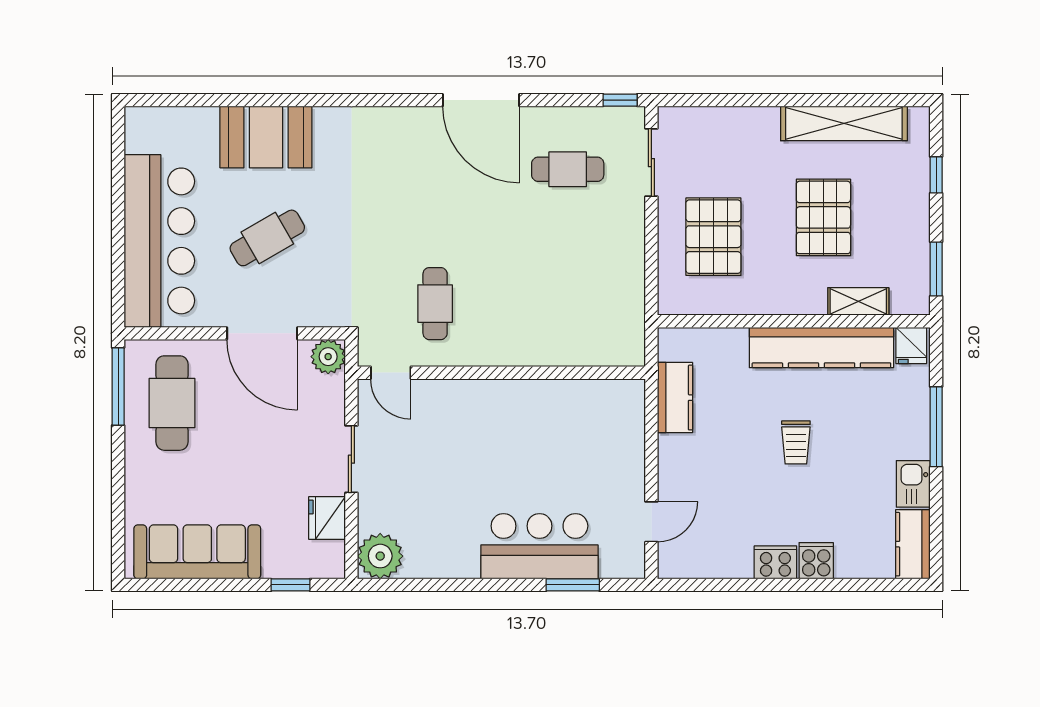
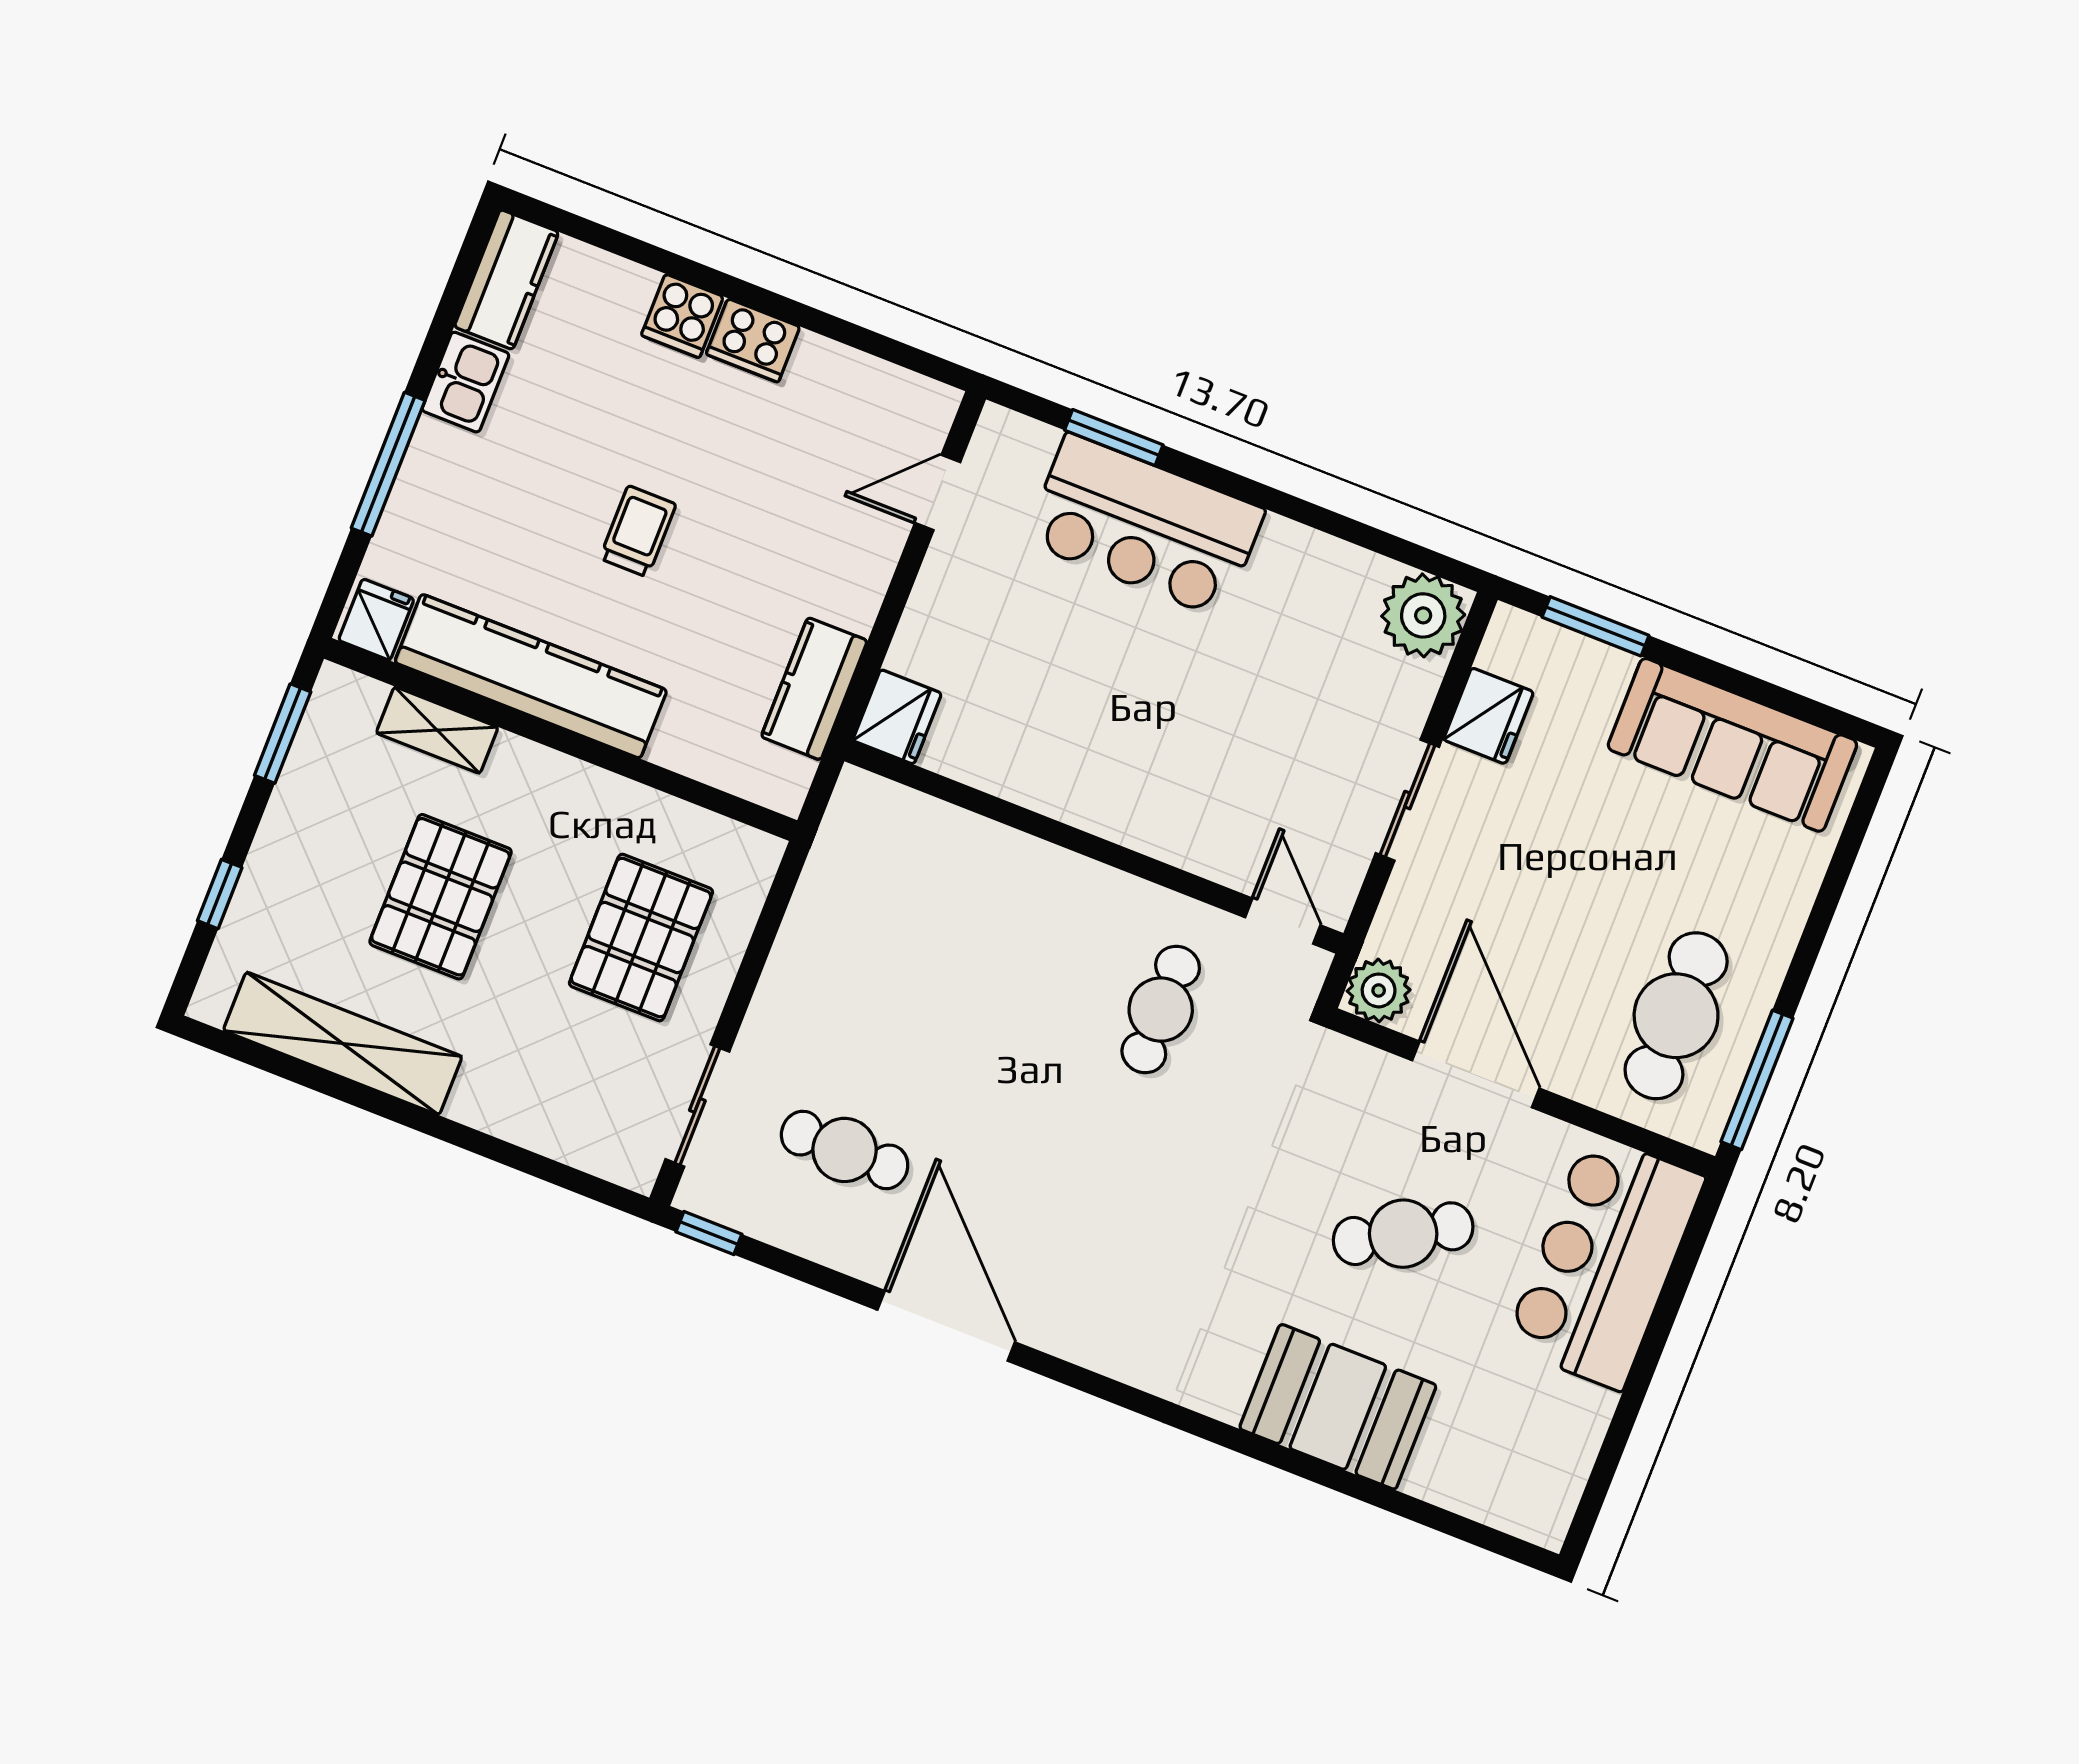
bar counter: (159, 241) -> (1605, 1261), width x0.73
fridge: (627, 400) -> (897, 717), added
window: (290, 585) -> (1596, 626), width x1.50

